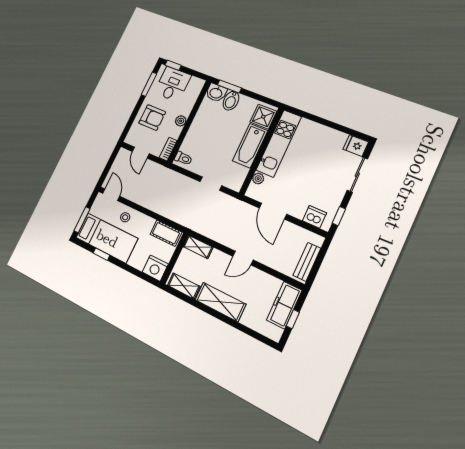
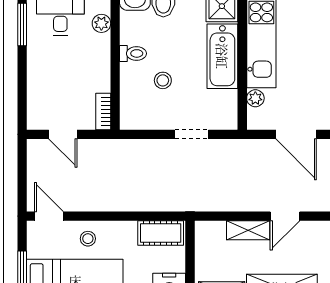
armchair: (152, 118) -> (54, 74), removed
plant: (181, 121) -> (101, 23), moved
stool: (209, 146) -> (163, 80), added
toilet: (183, 158) -> (133, 53), moved
shelving: (198, 247) -> (248, 230), moved

